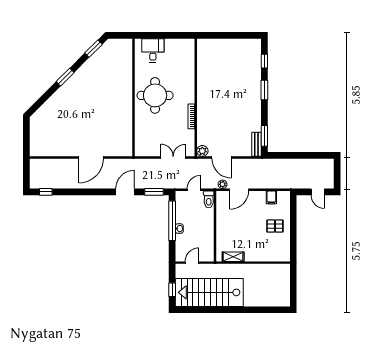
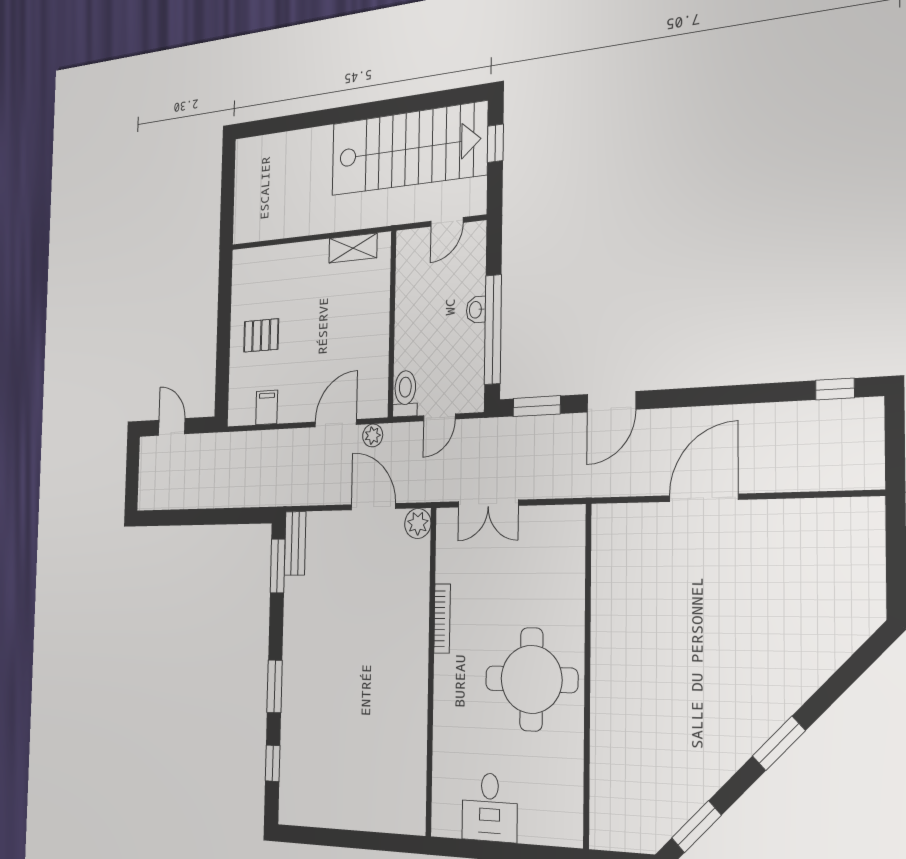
desk: (153, 50) -> (490, 807), moved

